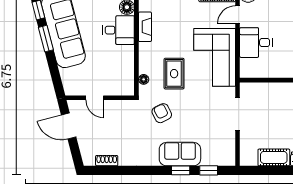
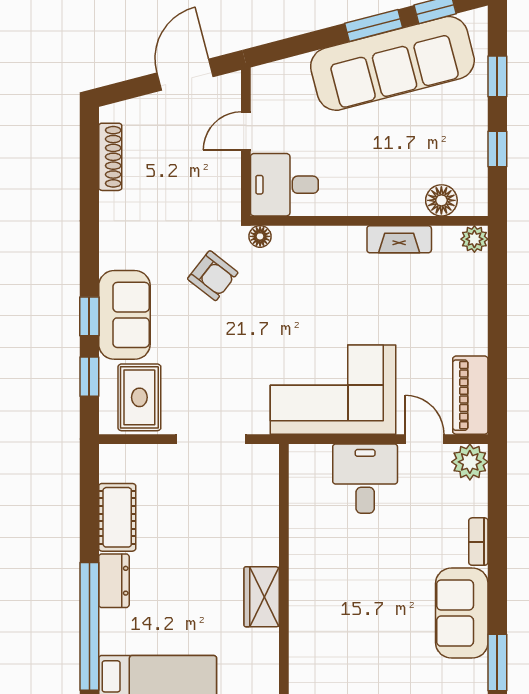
desk: (119, 30) -> (284, 185), moved, turned 90
rug: (174, 74) -> (139, 397), moved, turned 90
floor lamp: (144, 79) -> (260, 236), moved
armchair: (162, 113) -> (213, 276), turned 65
shoe rack: (107, 161) -> (110, 157), width x1.43

